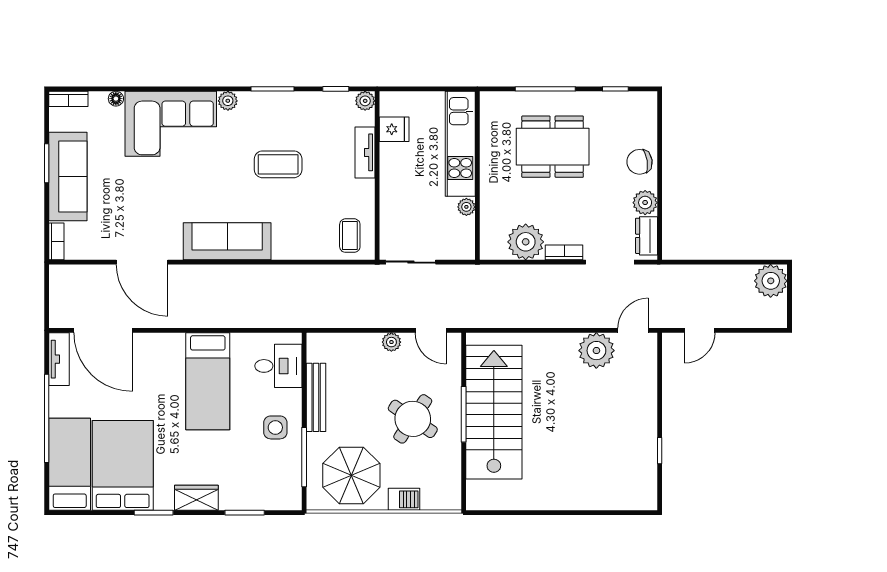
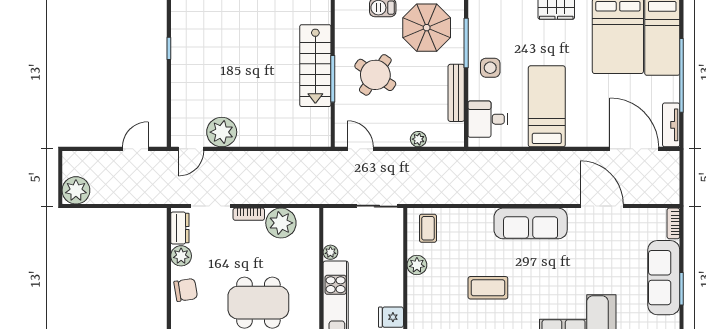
tv unit: (365, 152) -> (415, 298), removed
plant: (363, 192) -> (417, 265), added
plant: (391, 342) -> (418, 139), moved
stairs: (494, 412) -> (315, 66), width x0.73, depth x0.66

